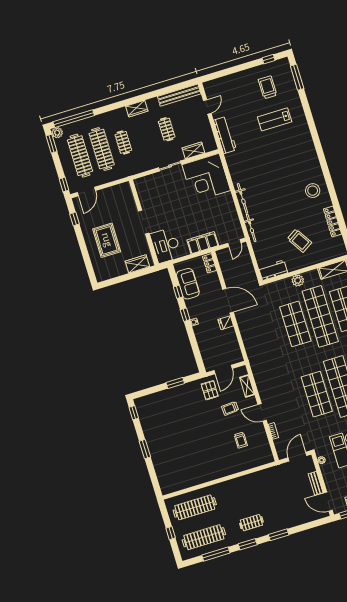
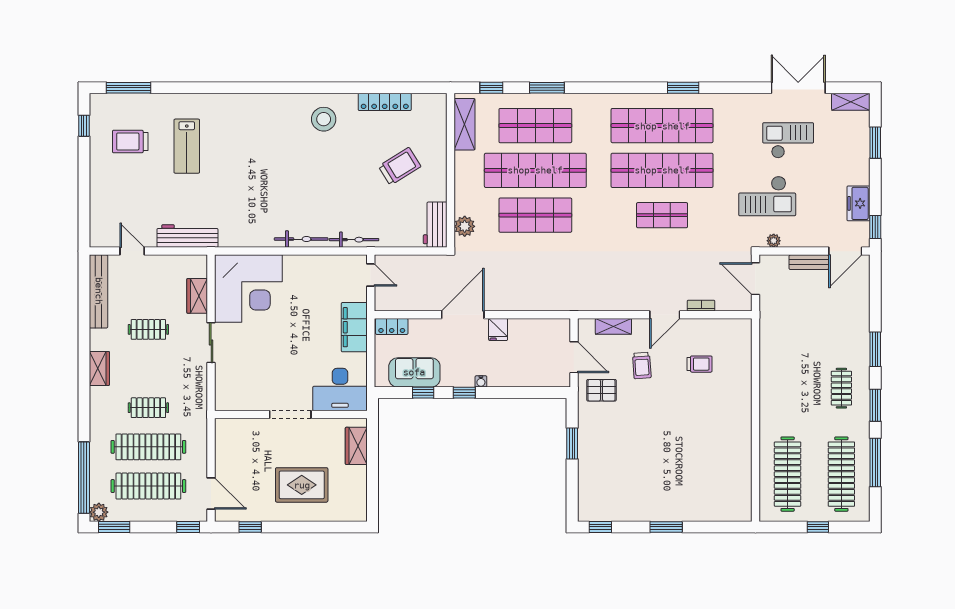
plant: (298, 280) -> (465, 226), moved
shop shelf: (317, 394) -> (662, 215), width x0.70, depth x0.74

